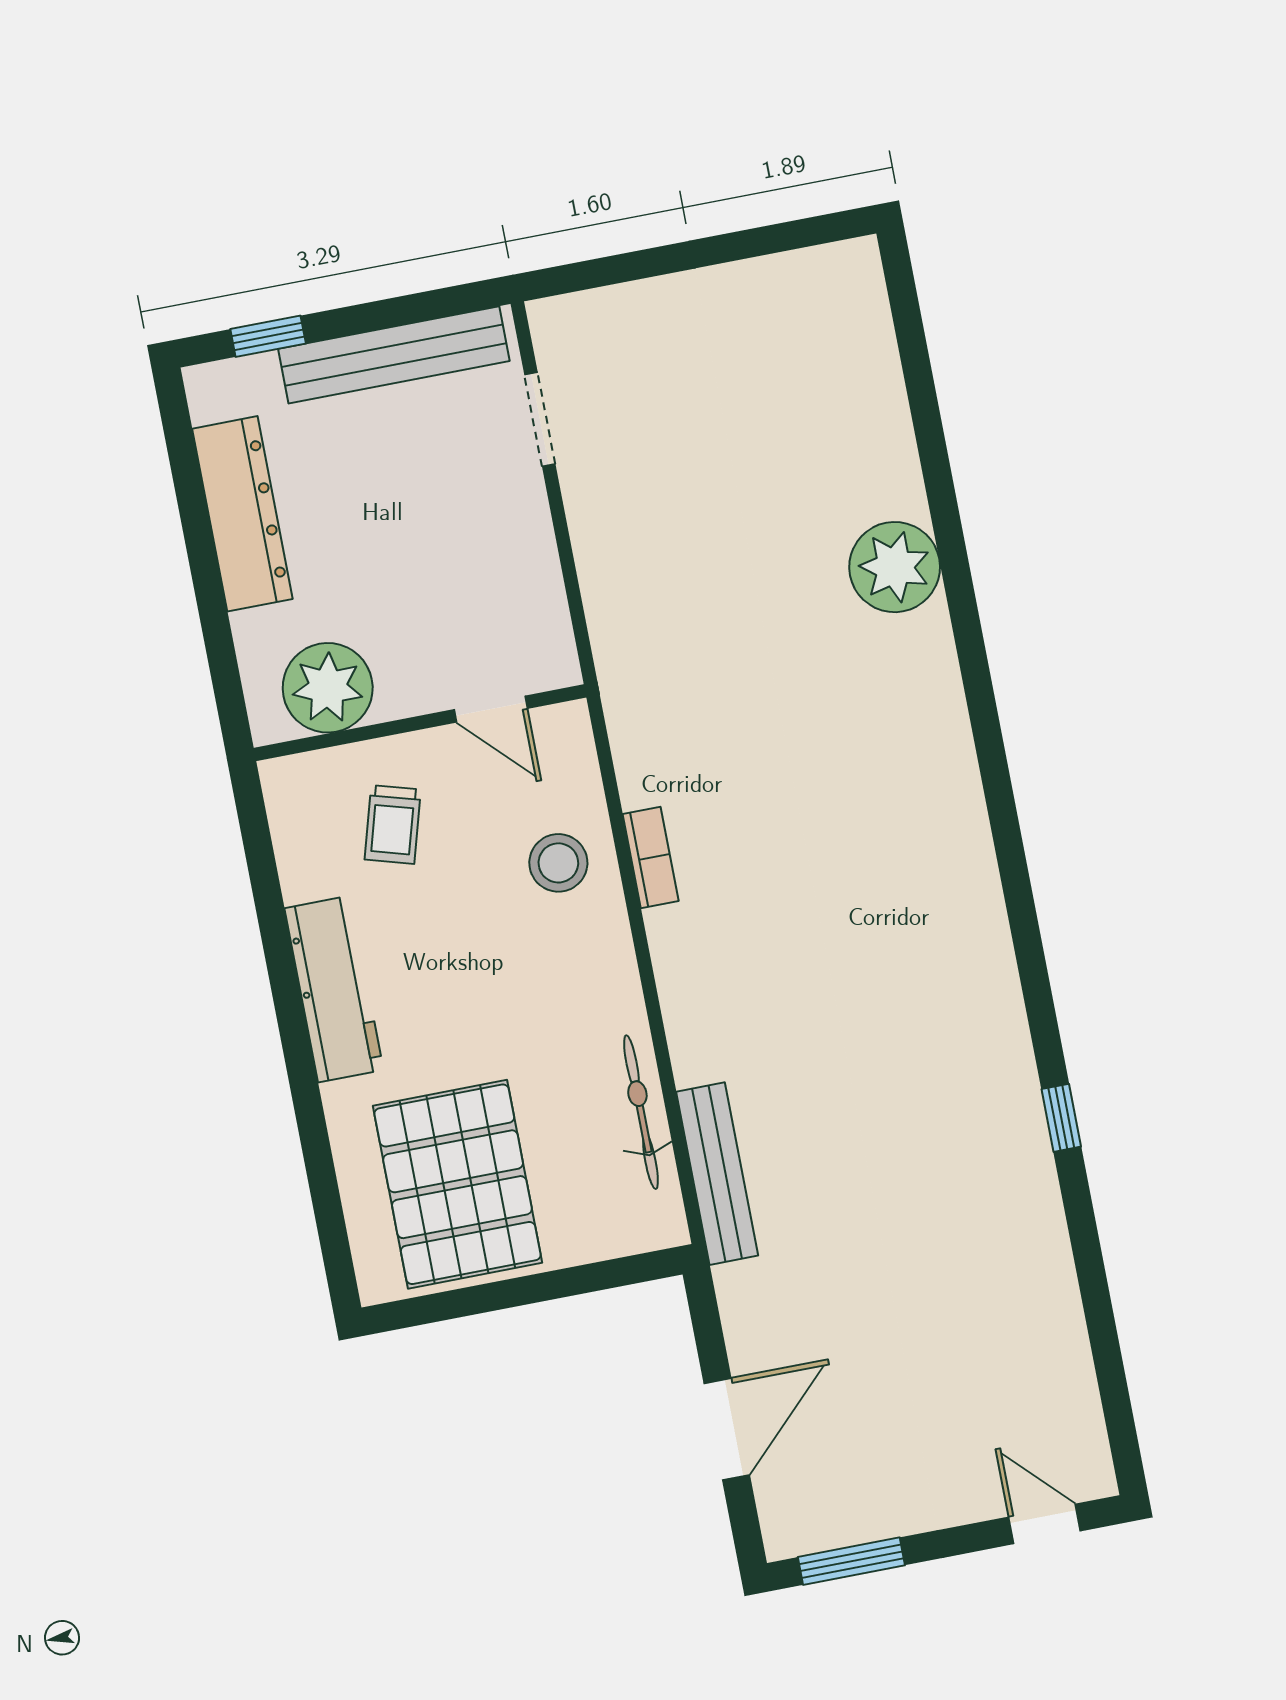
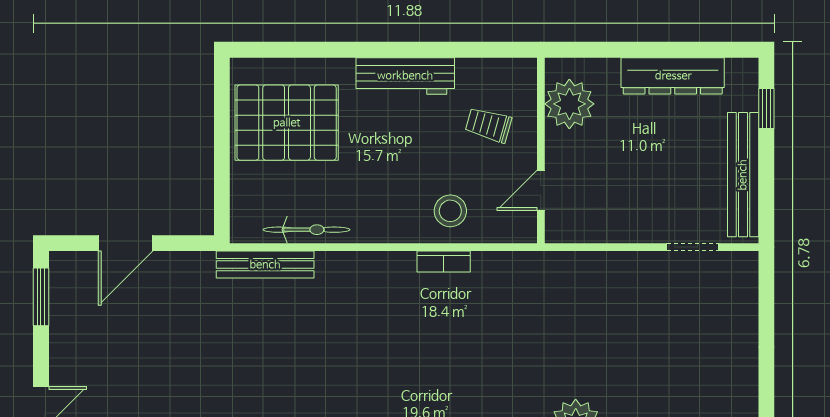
door: (727, 1429) -> (126, 243), hinge flipped

